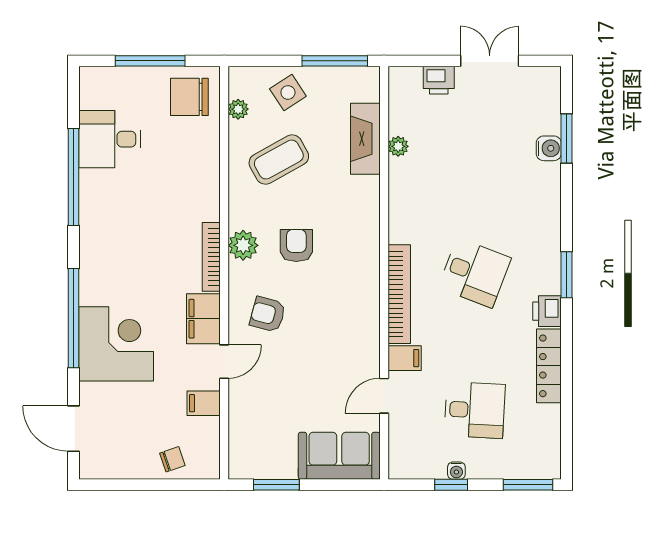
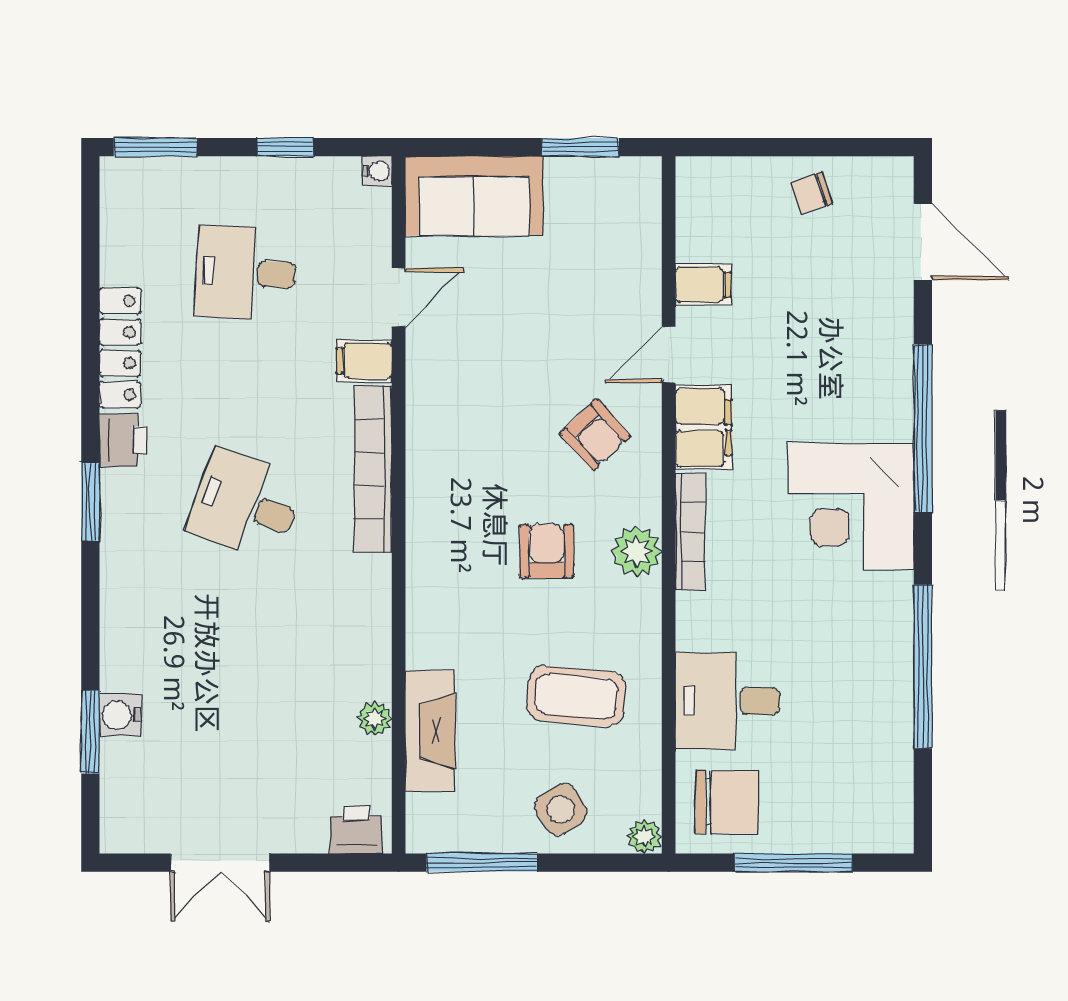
printer: (439, 80) -> (356, 830), moved
plant: (238, 109) -> (645, 837), moved
desk: (110, 139) -> (728, 701), moved, turned 180
coffee table: (279, 159) -> (576, 696), turned 34
armchair: (296, 245) -> (547, 551), turned 180
armchair: (268, 314) -> (595, 435), turned 32
corner desk: (116, 344) -> (851, 506), moved
chair: (172, 459) -> (812, 193), moved
water cooler: (456, 471) -> (377, 171), moved, turned 90

